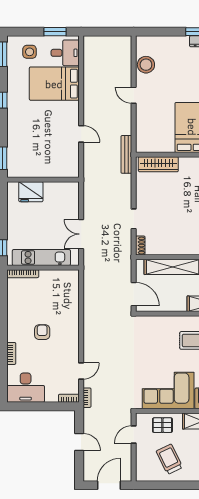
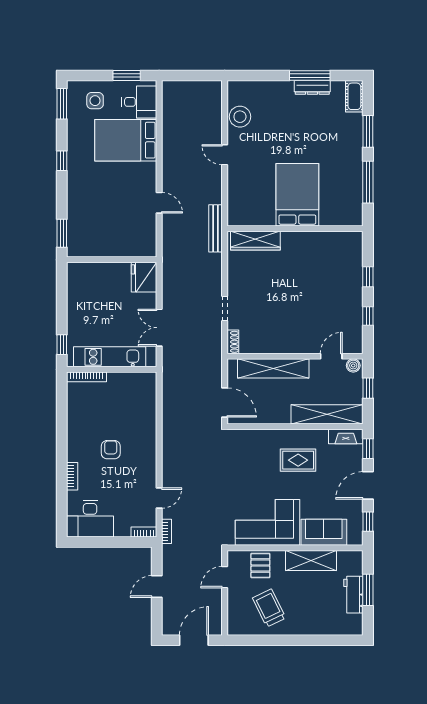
fridge: (31, 192) -> (144, 277), moved, turned 90
pallet: (162, 425) -> (260, 565), turned 90
door: (79, 442) -> (157, 587), swing flipped

